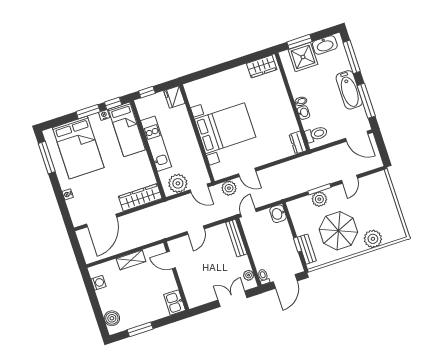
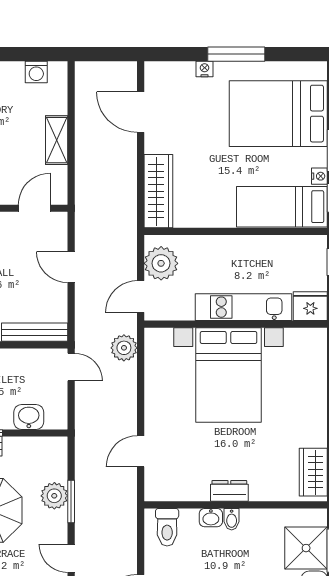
dresser: (298, 143) -> (229, 491), moved
kitchen unit: (156, 144) -> (243, 307), moved, turned 180
window: (47, 158) -> (236, 54), moved
door: (247, 172) -> (141, 451), moved
washbasin: (278, 214) -> (29, 417), moved
door: (102, 221) -> (141, 112), width x0.73

